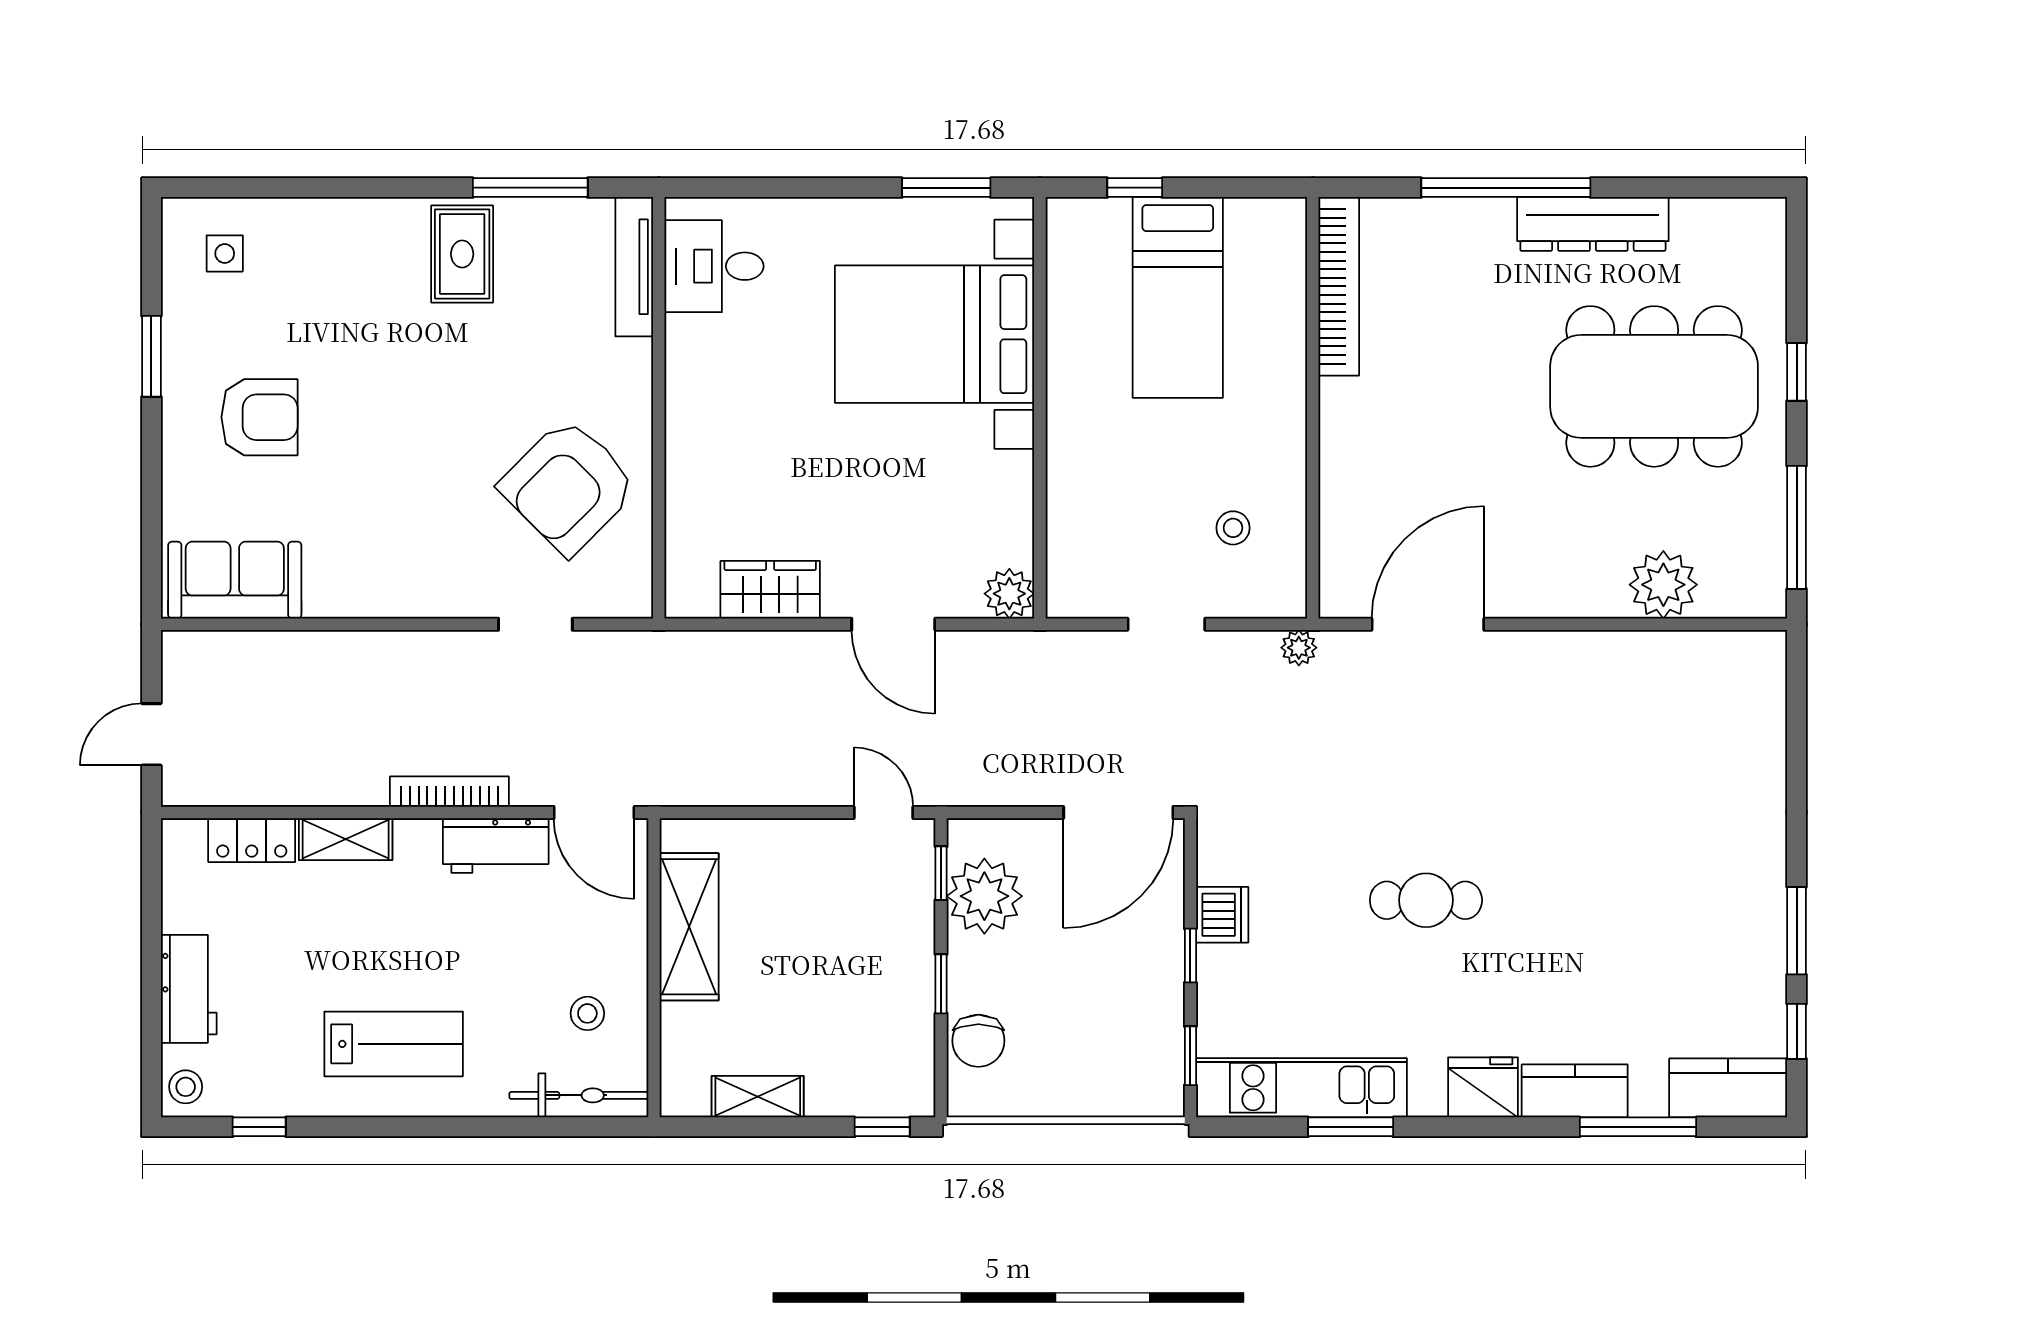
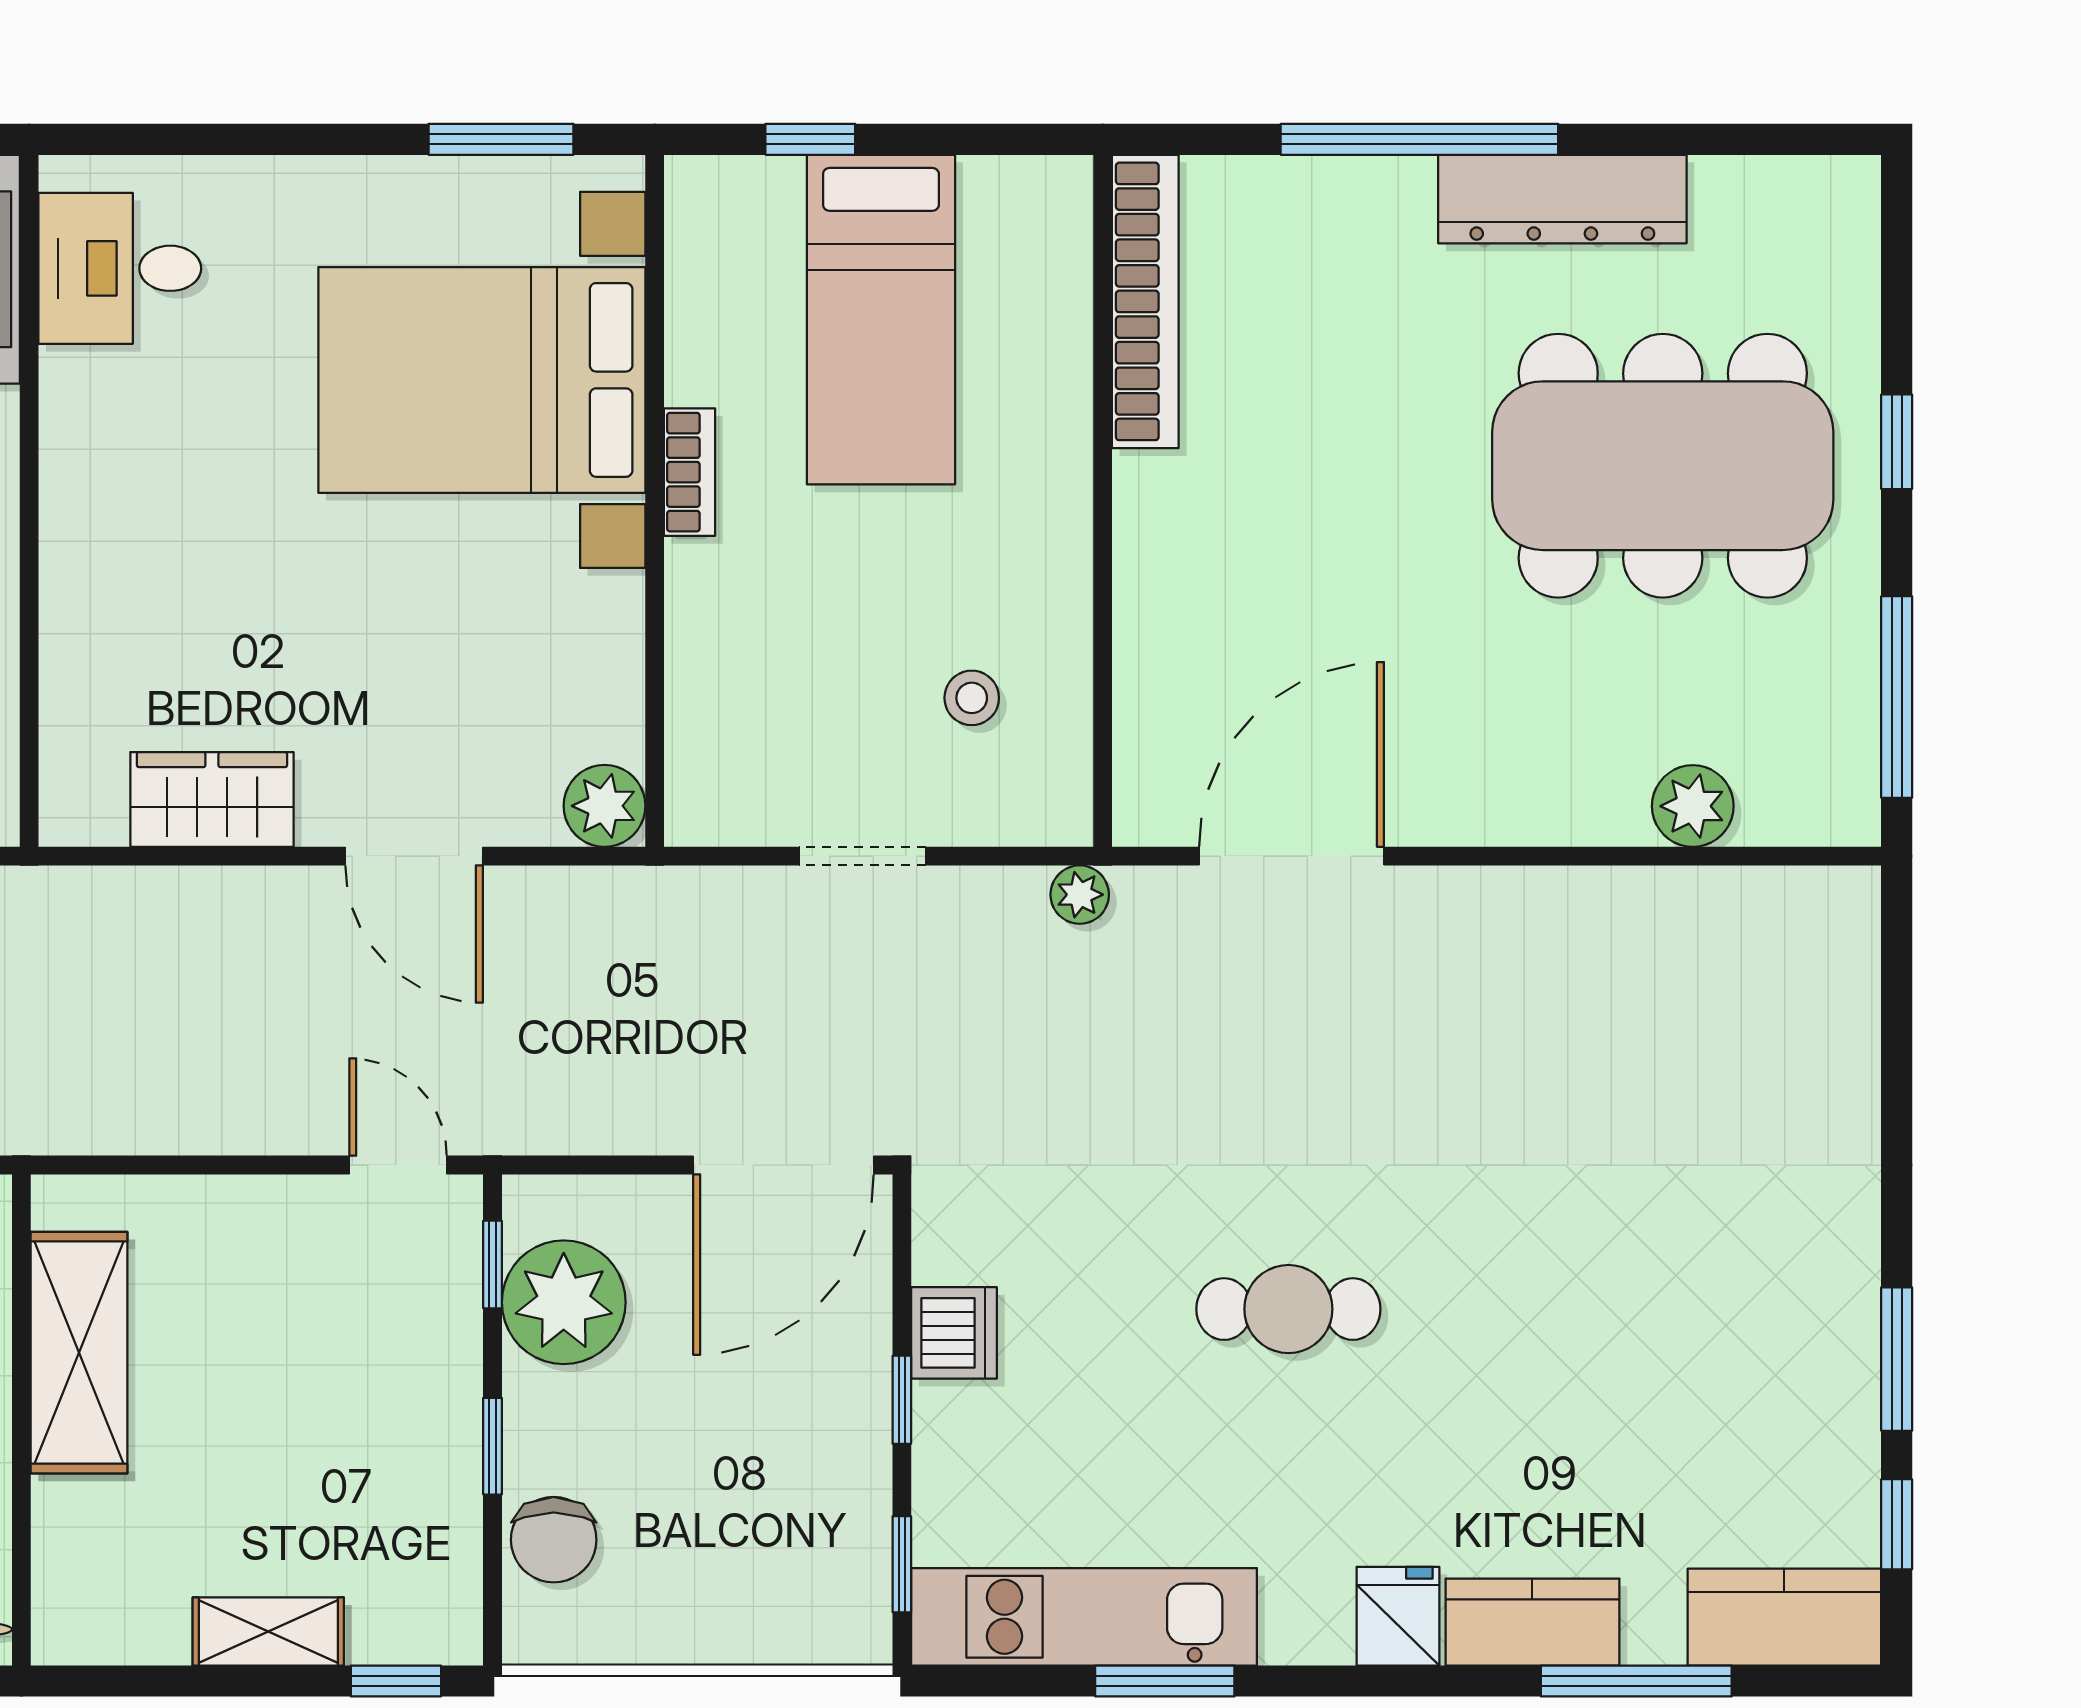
bookcase: (1061, 390) -> (689, 472), added
plant: (1663, 585) -> (1693, 806), width x0.73, depth x0.73
fridge: (1483, 1087) -> (1398, 1616), width x0.72
shelving: (758, 1097) -> (268, 1631), moved

